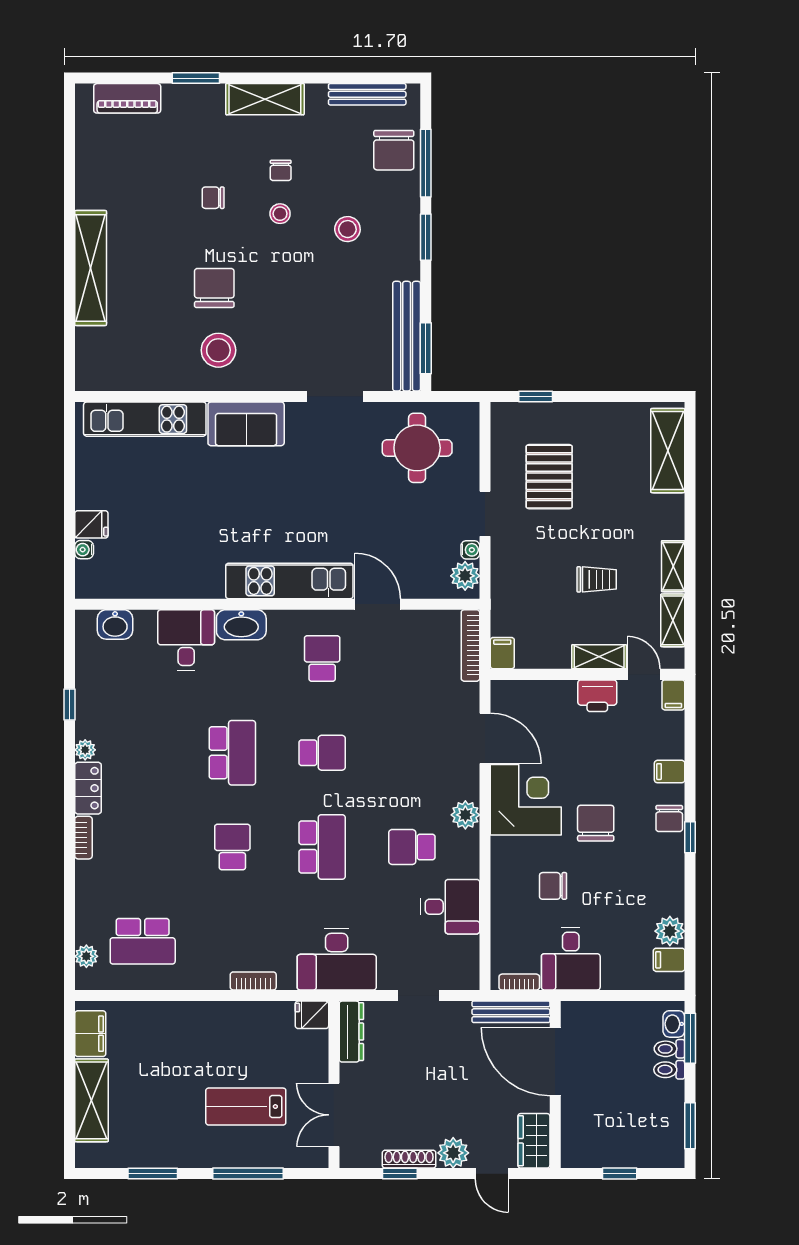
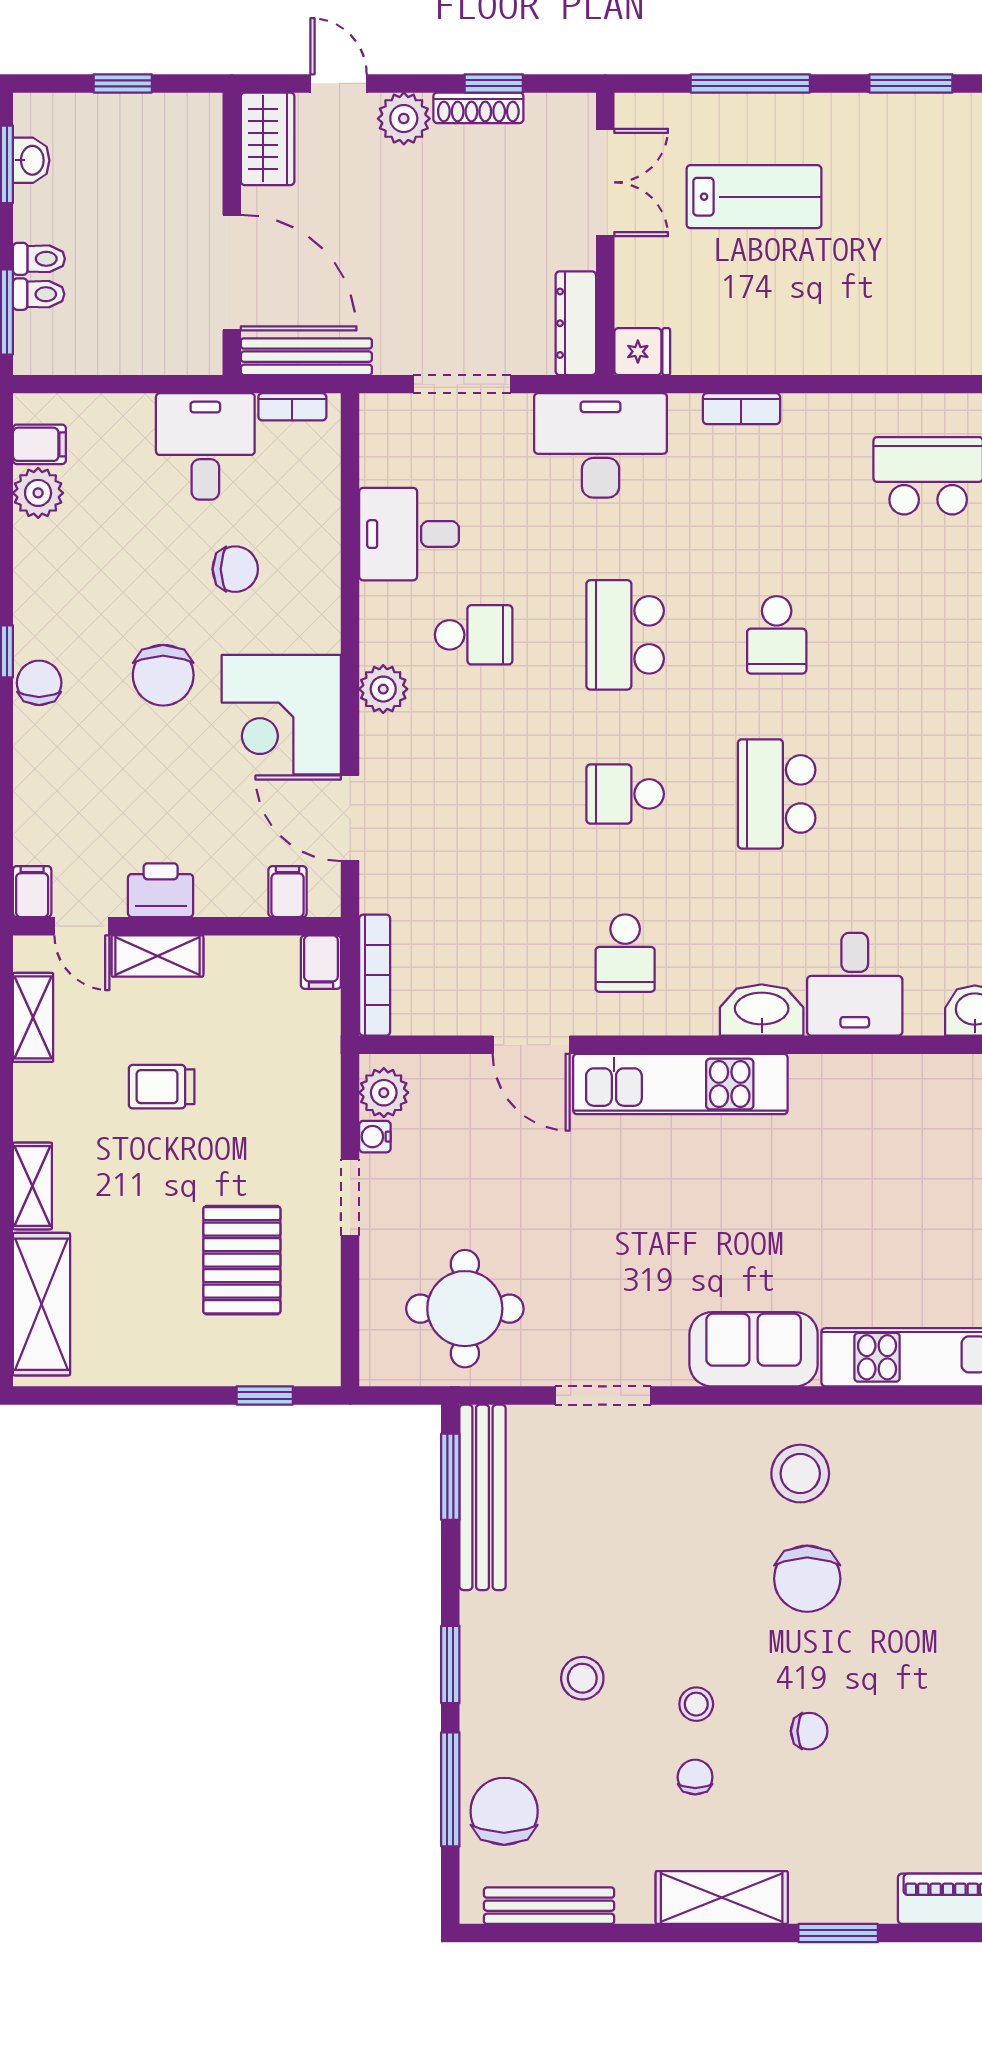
shelving: (673, 566) -> (32, 1186), moved
filing cabinet: (670, 772) -> (288, 892), moved, turned -90
doorway: (419, 995) -> (462, 384), width x1.38
washbasin: (674, 1024) -> (31, 160), moved

